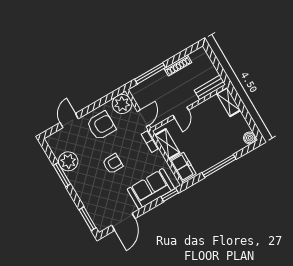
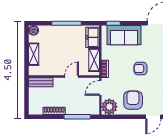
shelving: (229, 102) -> (34, 54), moved
armchair: (101, 126) -> (133, 100), turned 90

